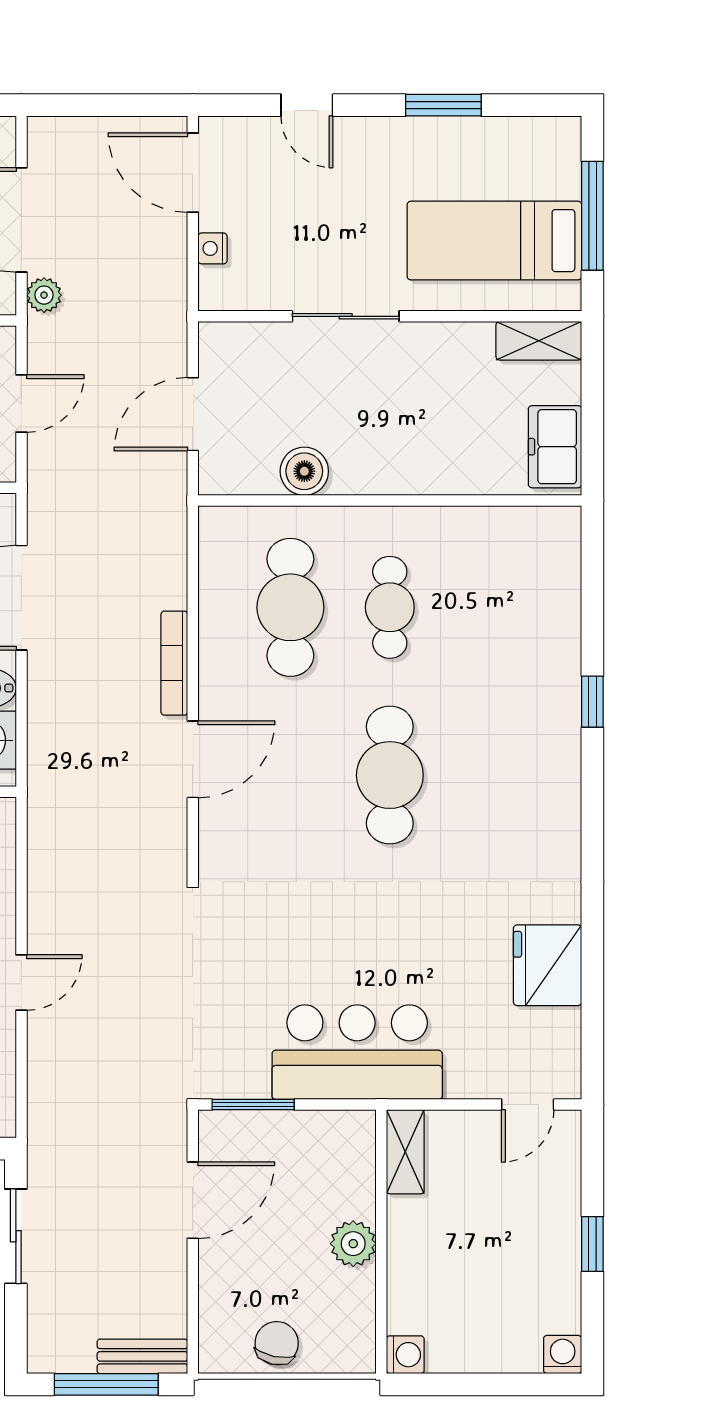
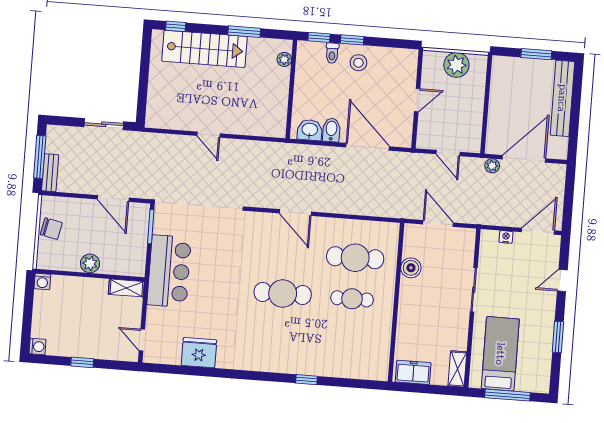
bookcase: (174, 663) -> (336, 208), removed

